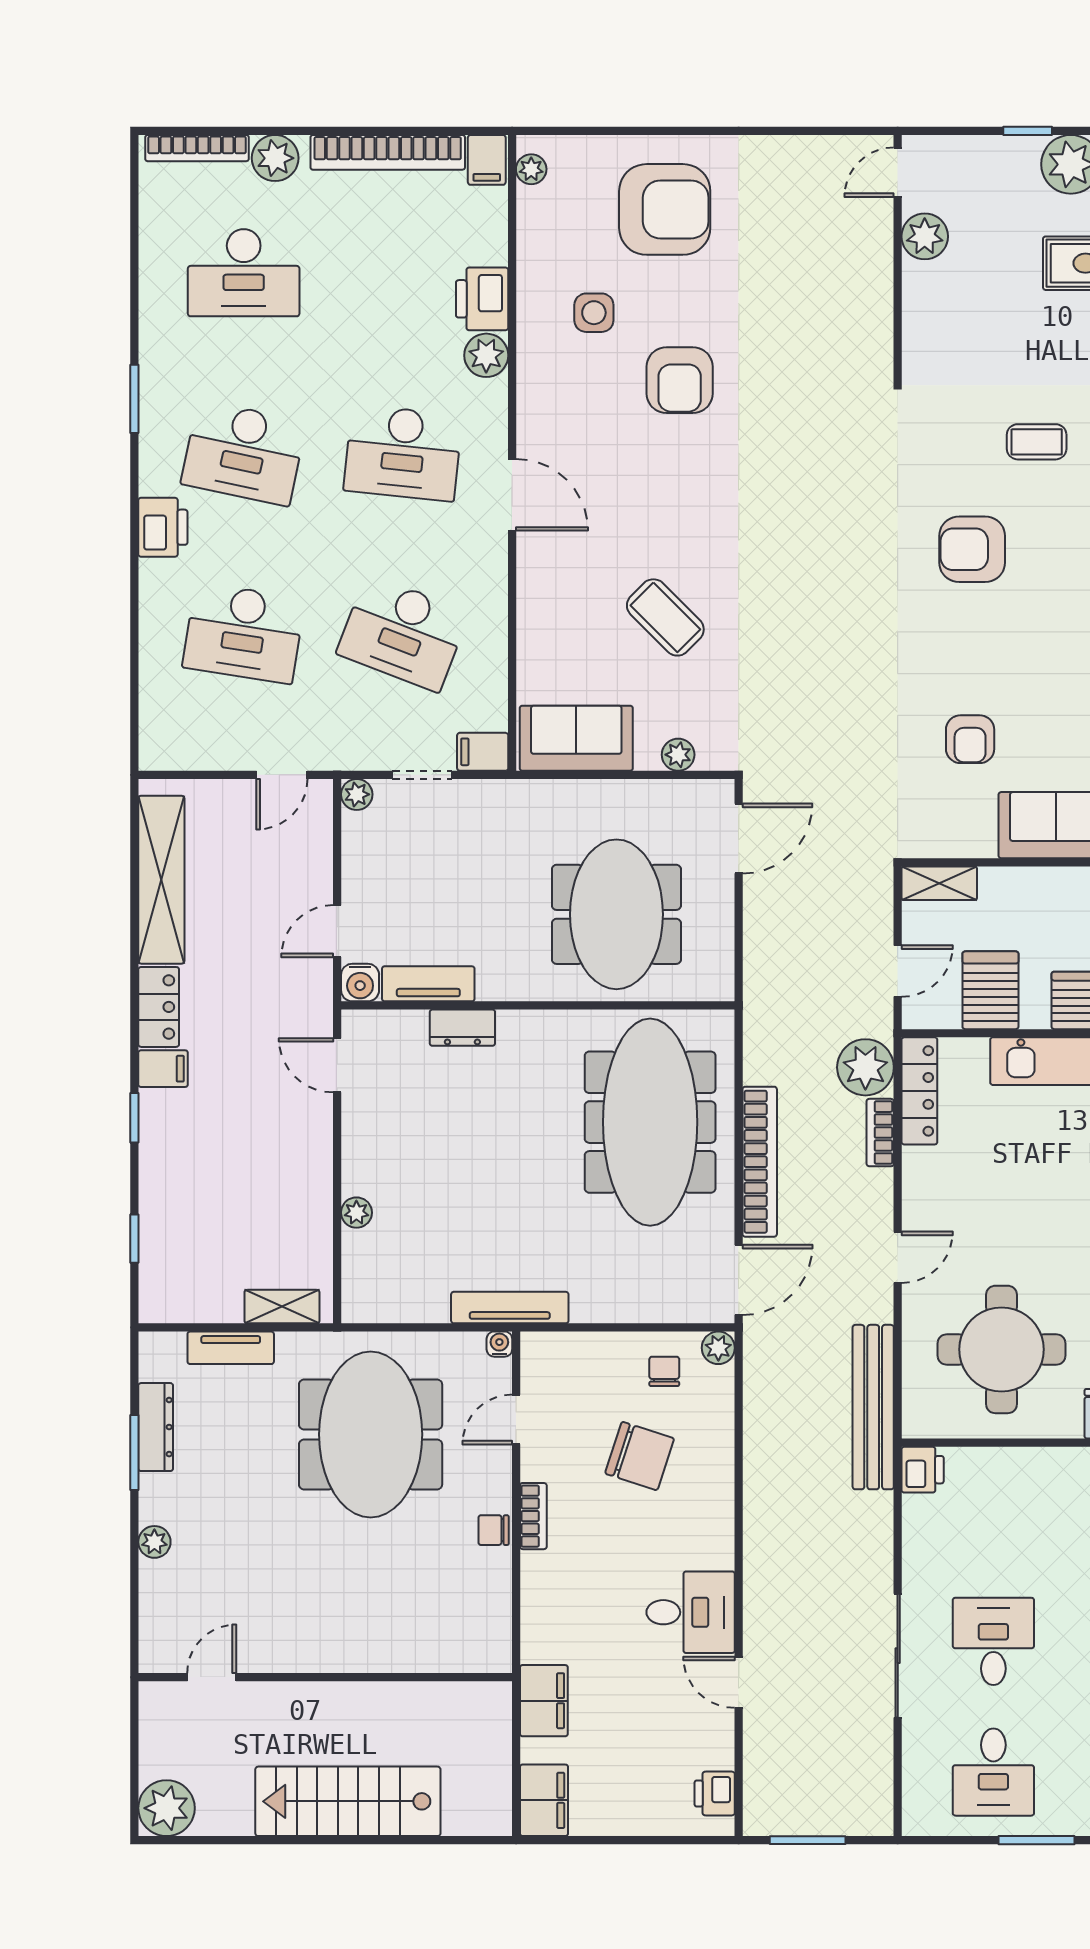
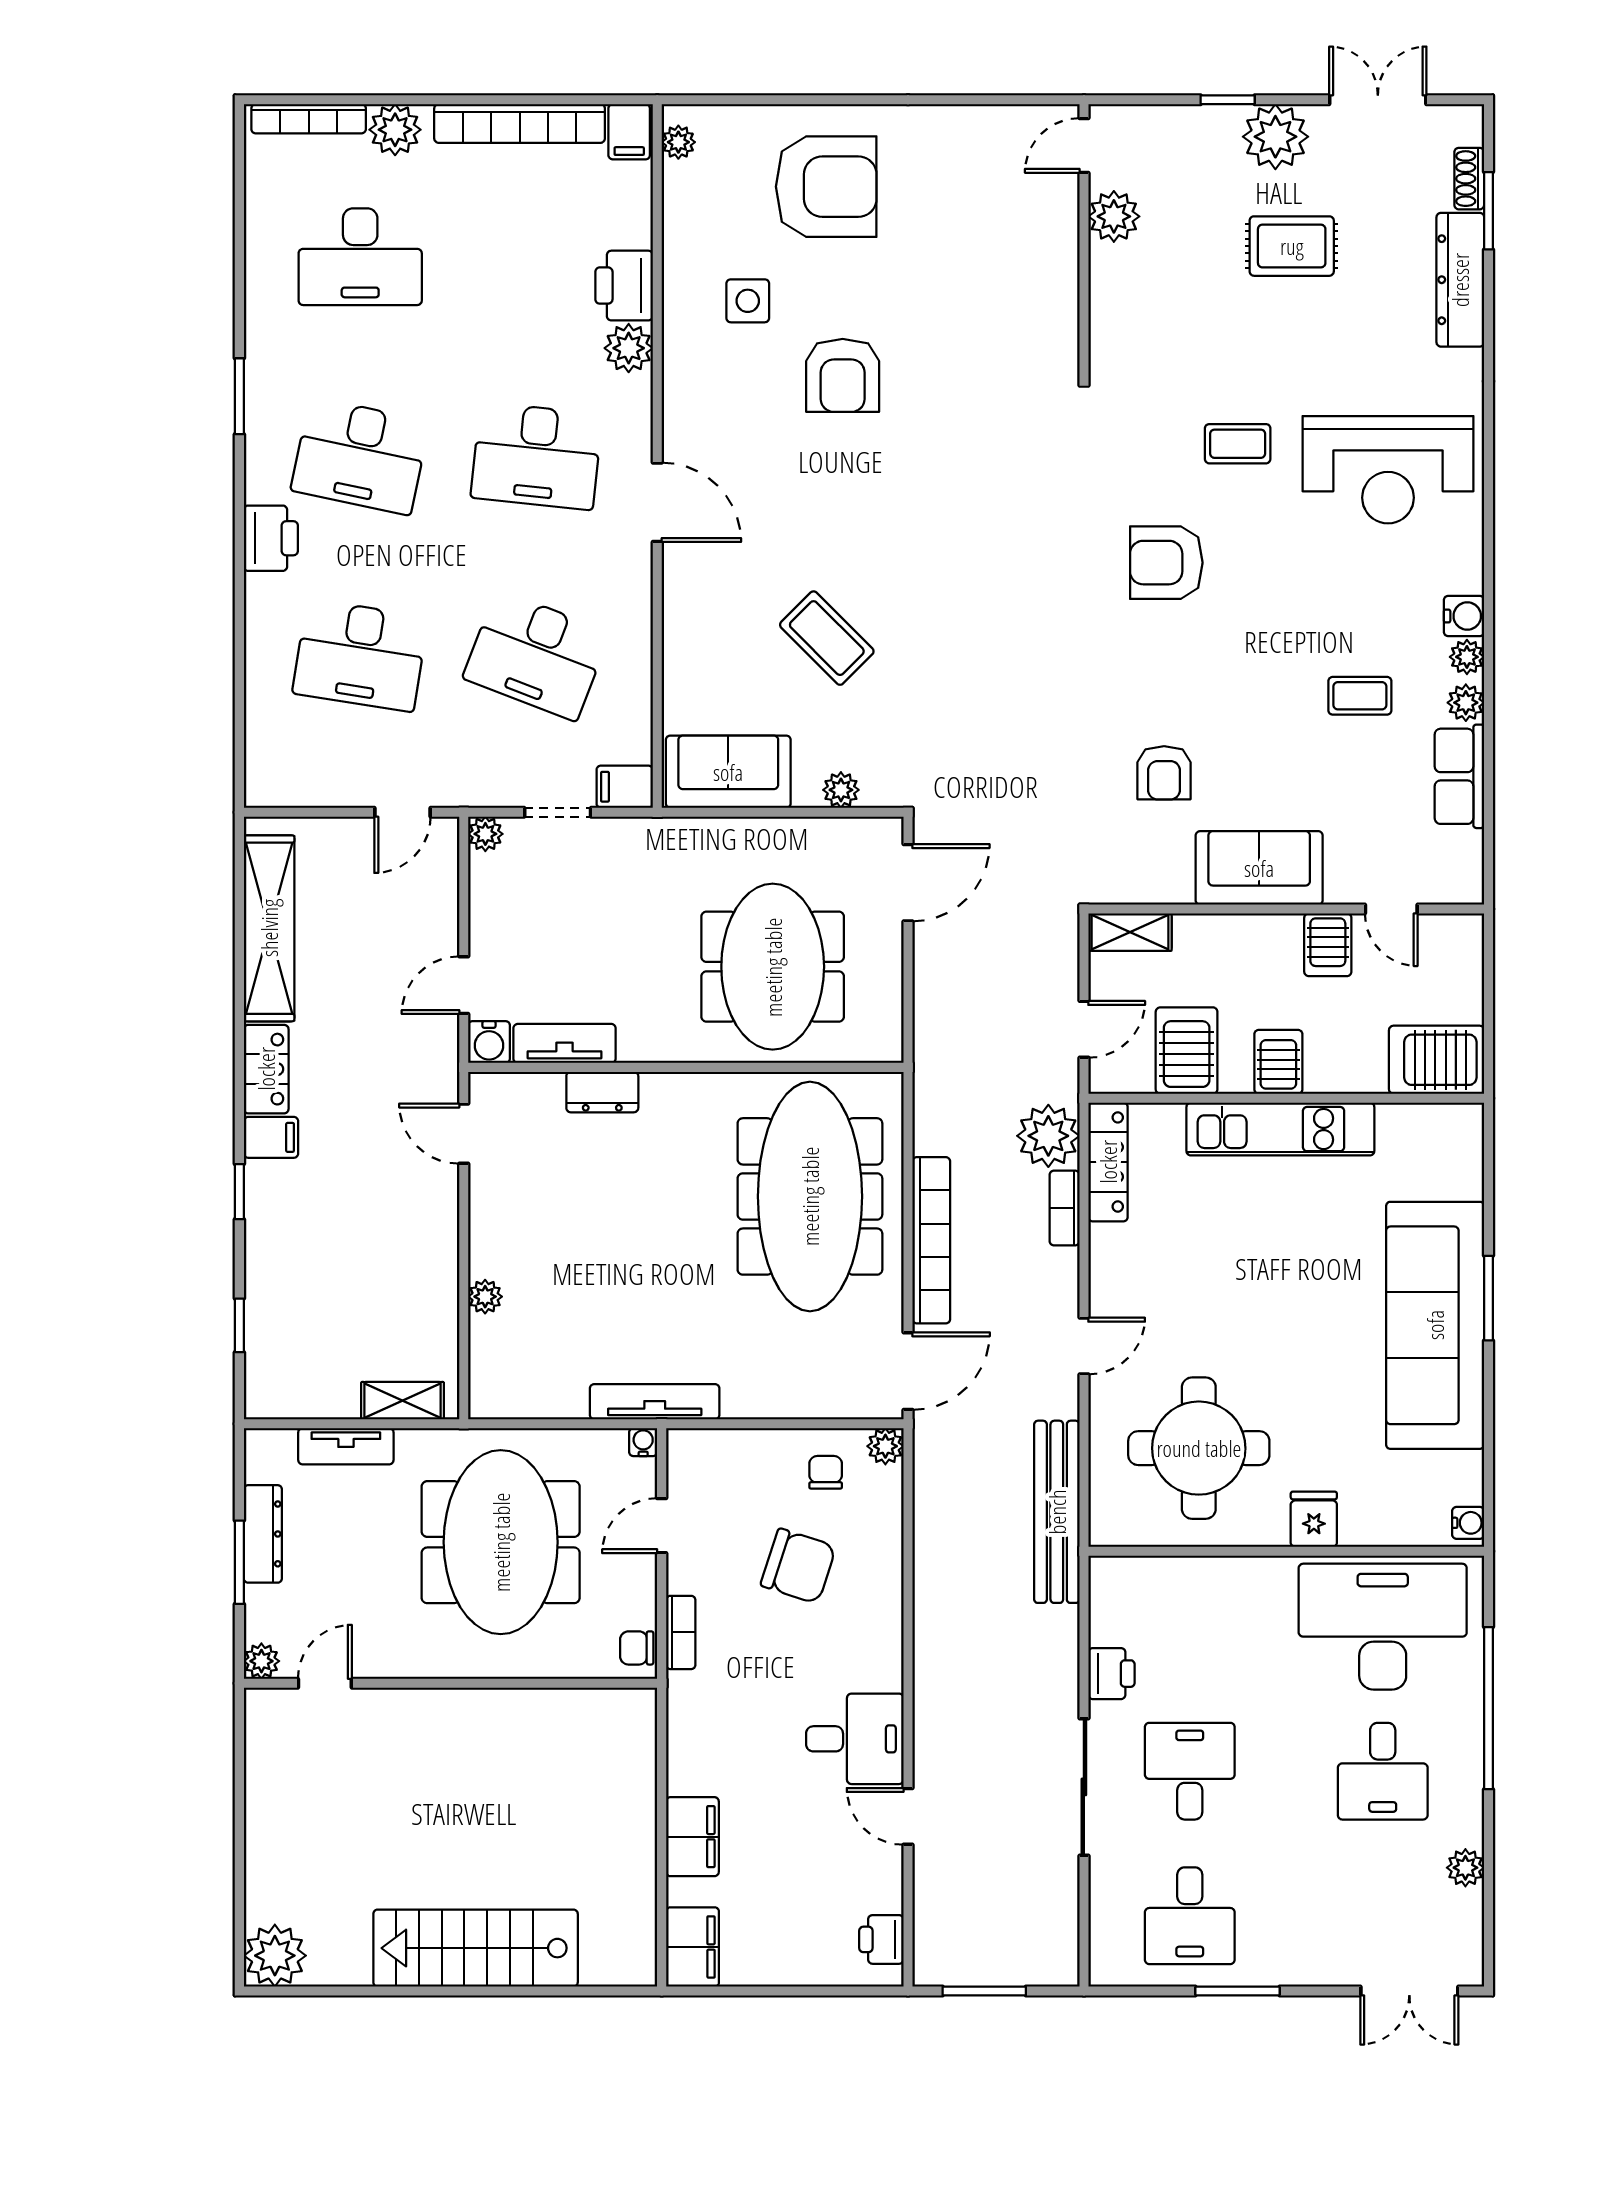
printer: (923, 1470) -> (1111, 1674), moved
door: (212, 1677) -> (325, 1683), moved
wall: (325, 1677) -> (450, 1683), moved

